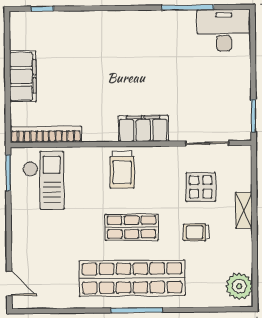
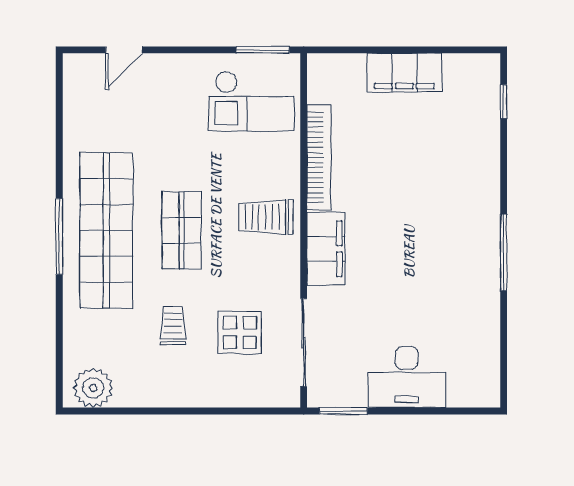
window: (187, 7) -> (504, 253), moved
desk: (224, 30) -> (407, 377), moved, turned 90
bookcase: (46, 134) -> (319, 157), moved
sliding door: (207, 143) -> (304, 343), width x1.37
shelving: (244, 210) -> (205, 396), removed
door: (9, 283) -> (124, 50), moved

